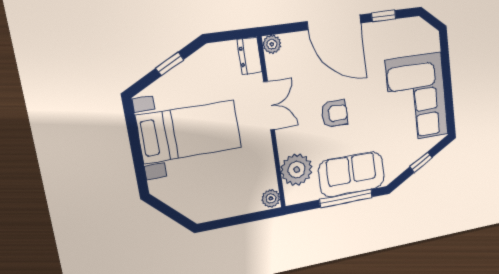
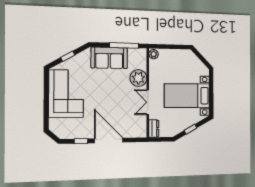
plant: (272, 44) -> (142, 133), removed
armchair: (334, 114) -> (115, 93), removed
plant: (297, 170) -> (138, 78), moved
window: (346, 198) -> (124, 45), moved

